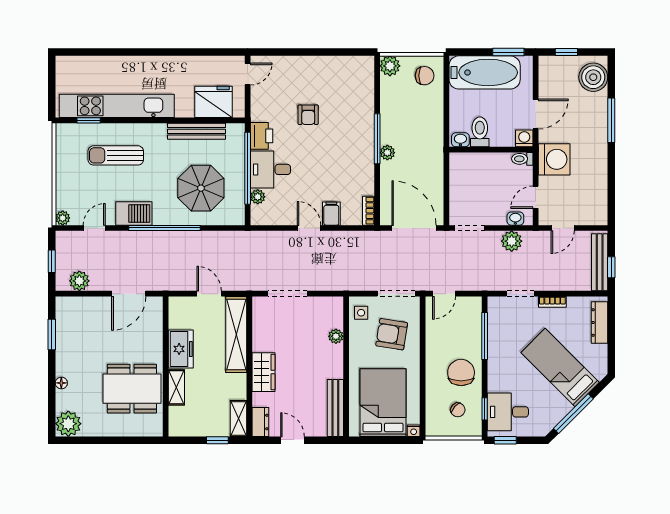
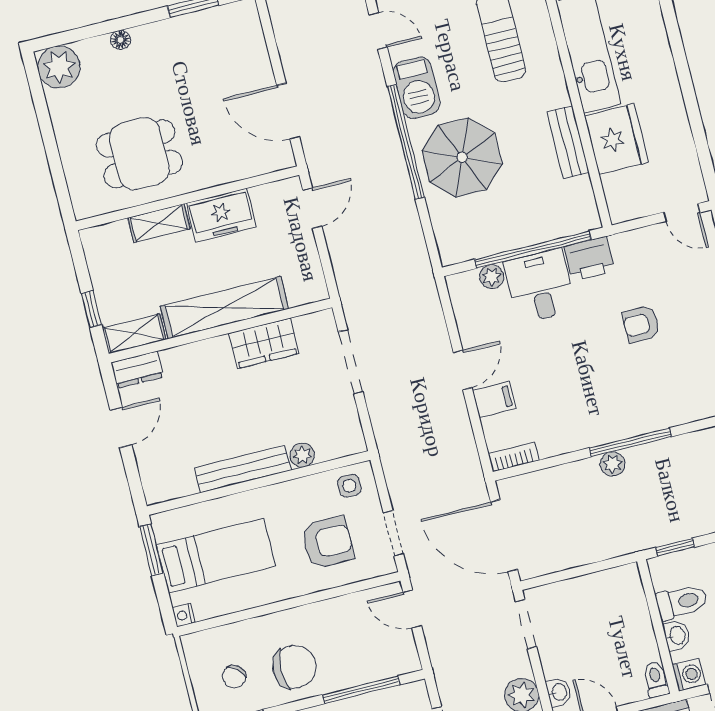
fridge: (214, 102) -> (616, 139), moved
window: (446, 128) -> (675, 547), added
bench: (196, 131) -> (568, 142), width x0.73
washbasin: (460, 140) -> (677, 636), moved
parasol: (201, 188) -> (462, 157), moved
door: (414, 228) -> (504, 536), swing flipped
plant: (79, 281) -> (289, 28), removed
door: (209, 294) -> (312, 208), moved
doorway: (396, 294) -> (393, 533), width x0.73
shelving: (236, 334) -> (224, 308), moved
armchair: (392, 334) -> (327, 542), turned 81
wardrobe: (263, 372) -> (264, 343), moved
dining table: (132, 389) -> (139, 154), width x0.73
bed: (383, 403) -> (216, 556), width x0.67
bench: (335, 408) -> (243, 469), moved
window: (370, 440) -> (151, 550), added

